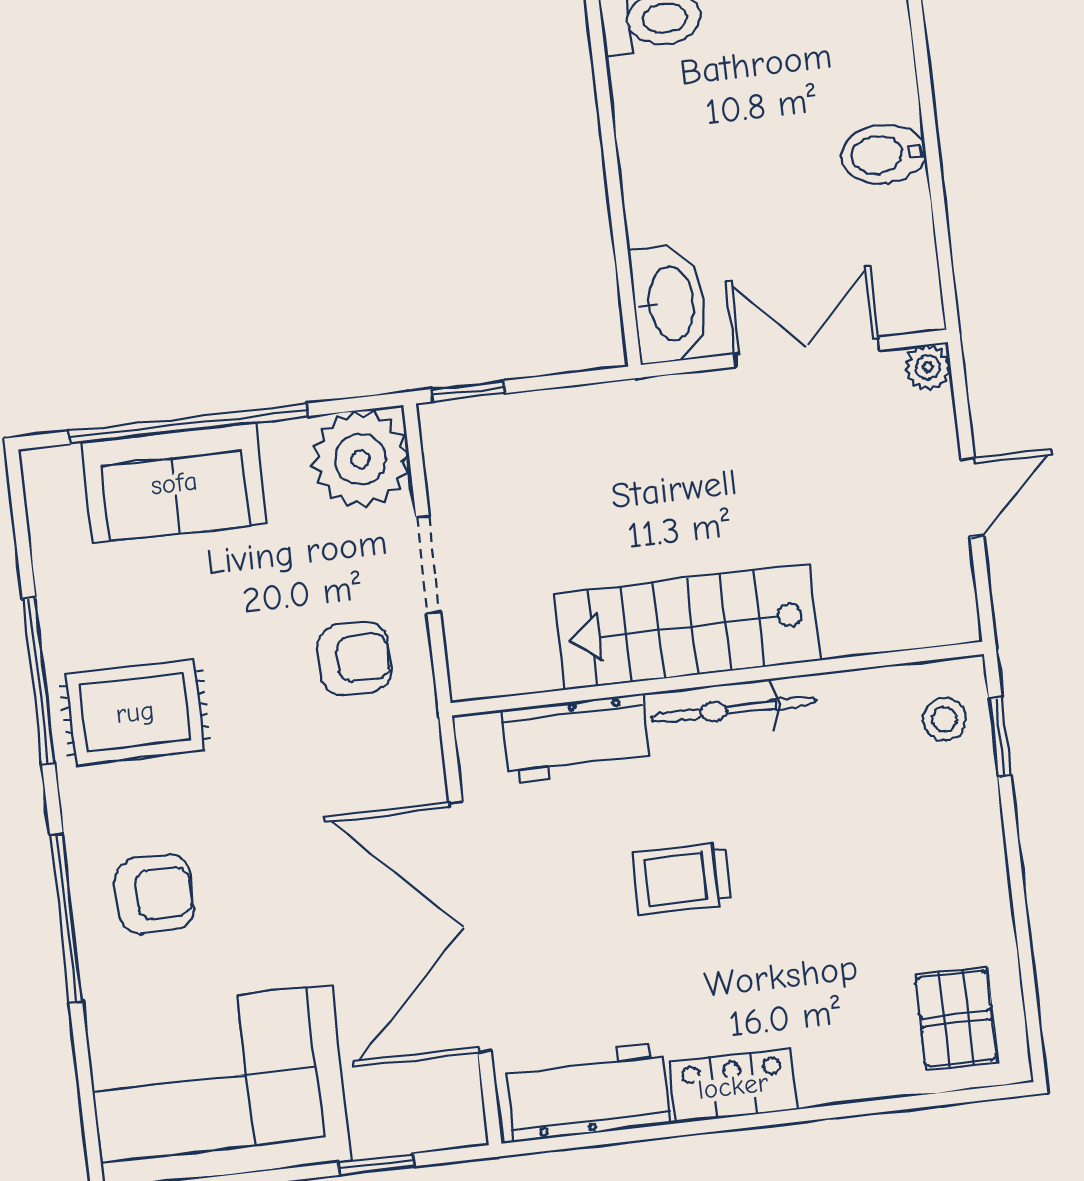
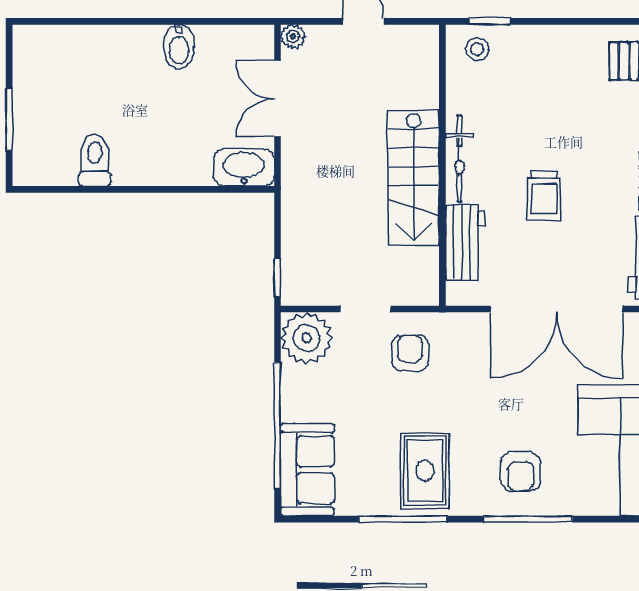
sofa: (174, 483) -> (307, 470), moved
armchair: (155, 894) -> (521, 472), turned 180

